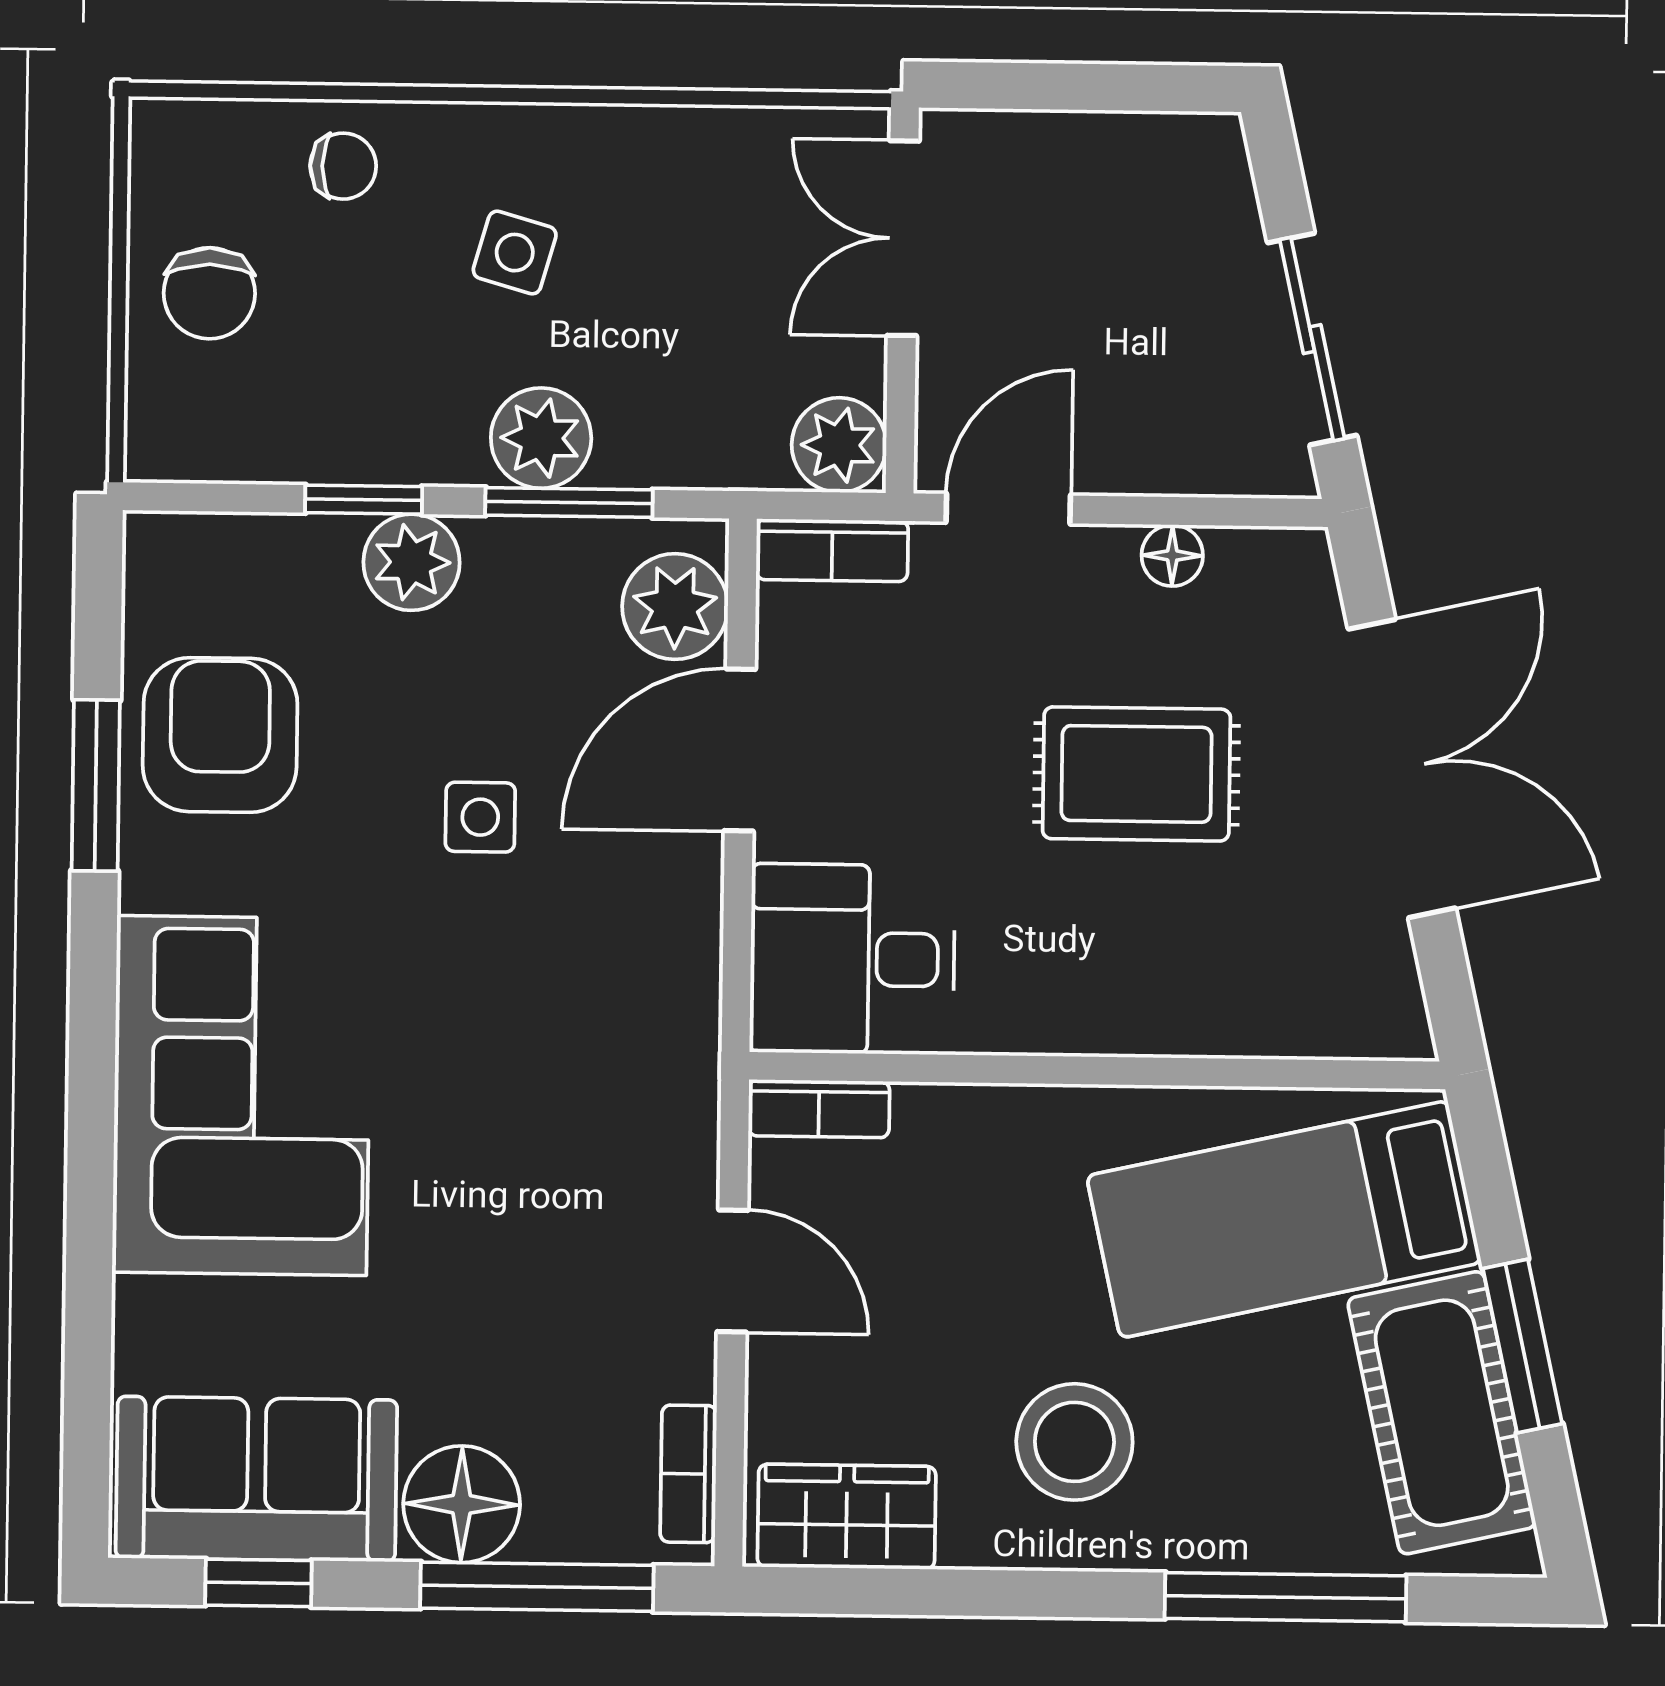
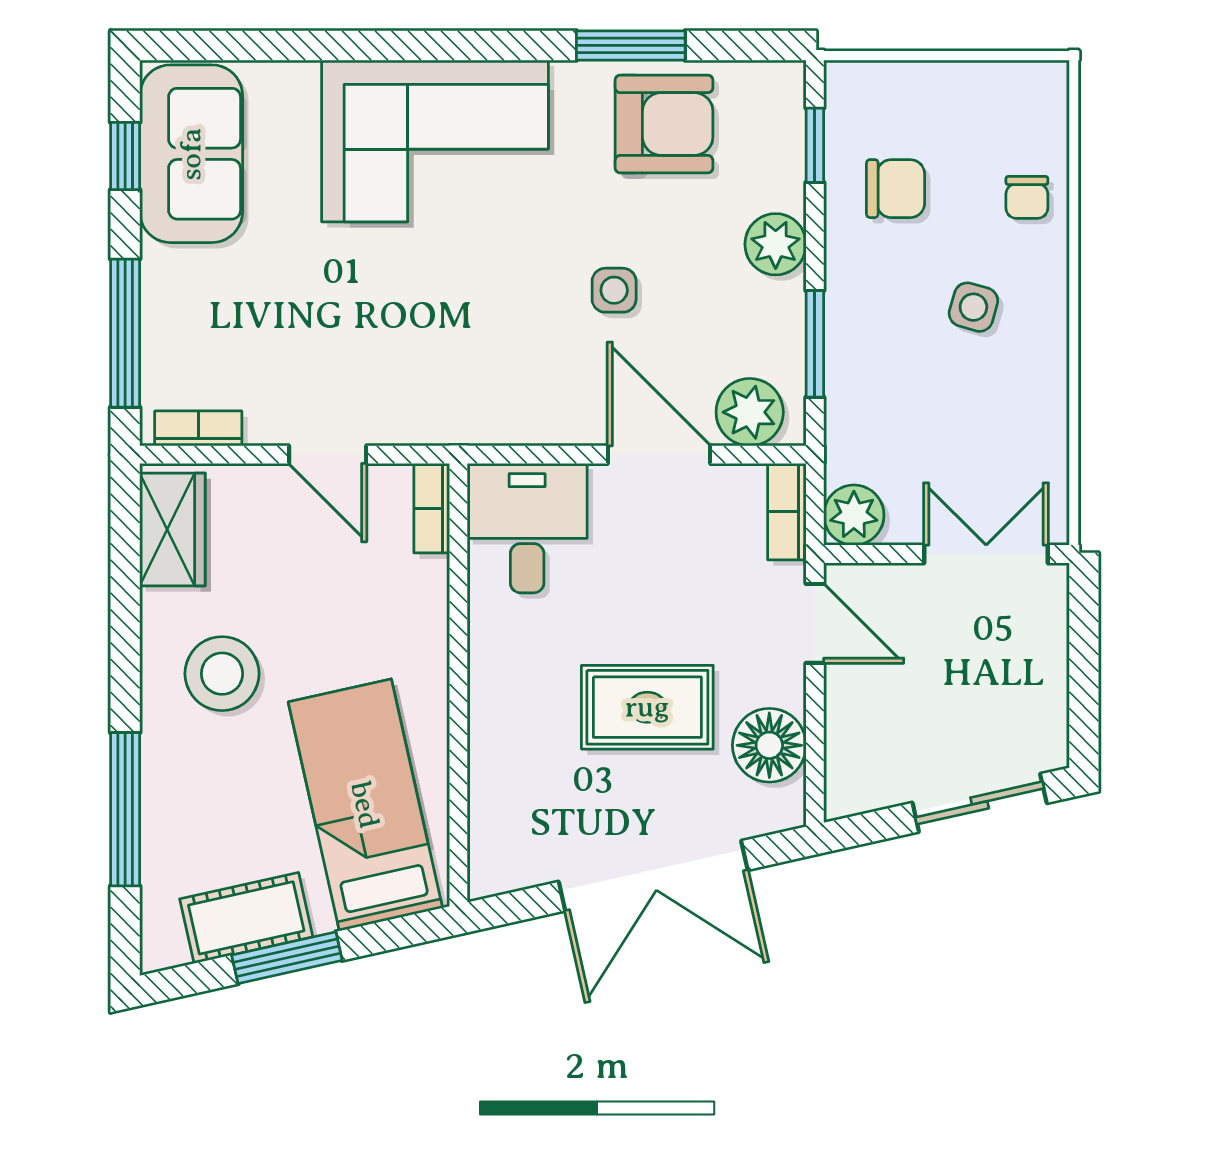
chair: (209, 293) -> (896, 189), moved, turned 180
sliding door: (1312, 339) -> (980, 803), moved
plant: (541, 438) -> (856, 325), removed
window: (364, 500) -> (815, 145), moved
floor lamp: (1172, 555) -> (769, 745), width x1.89, depth x1.89
rug: (1137, 774) -> (647, 707), turned 90
door: (732, 1271) -> (328, 455), hinge flipped
cot: (1442, 1413) -> (246, 918), width x0.73, depth x0.75
floor lamp: (462, 1504) -> (177, 284), removed

